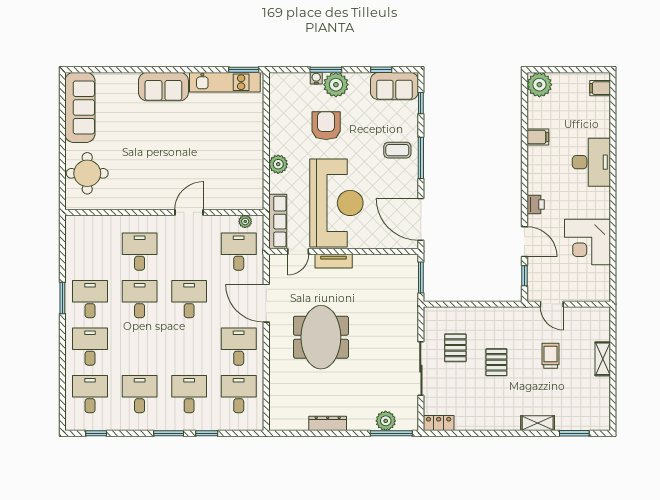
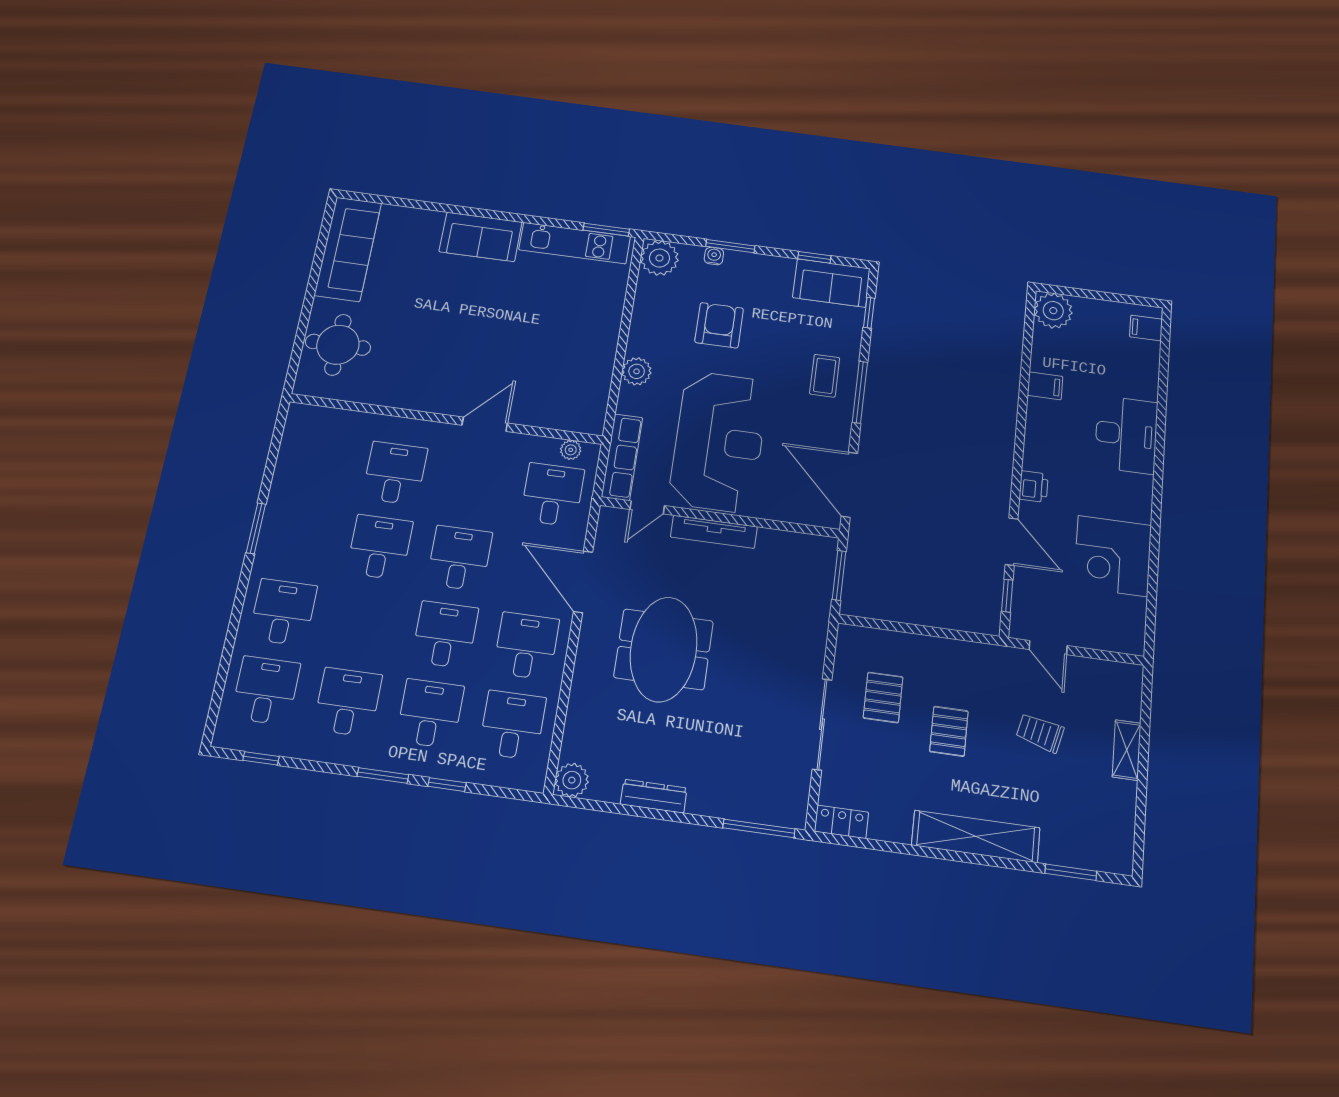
plant: (336, 85) -> (659, 258), moved
coffee table: (397, 150) -> (825, 376), turned 90
tv unit: (334, 261) -> (714, 532), width x1.41
desk: (90, 299) -> (445, 635), moved
trolley: (551, 356) -> (1040, 733), turned -76
plant: (386, 421) -> (572, 780), moved
shelving: (538, 423) -> (976, 836), width x2.20, depth x1.33

